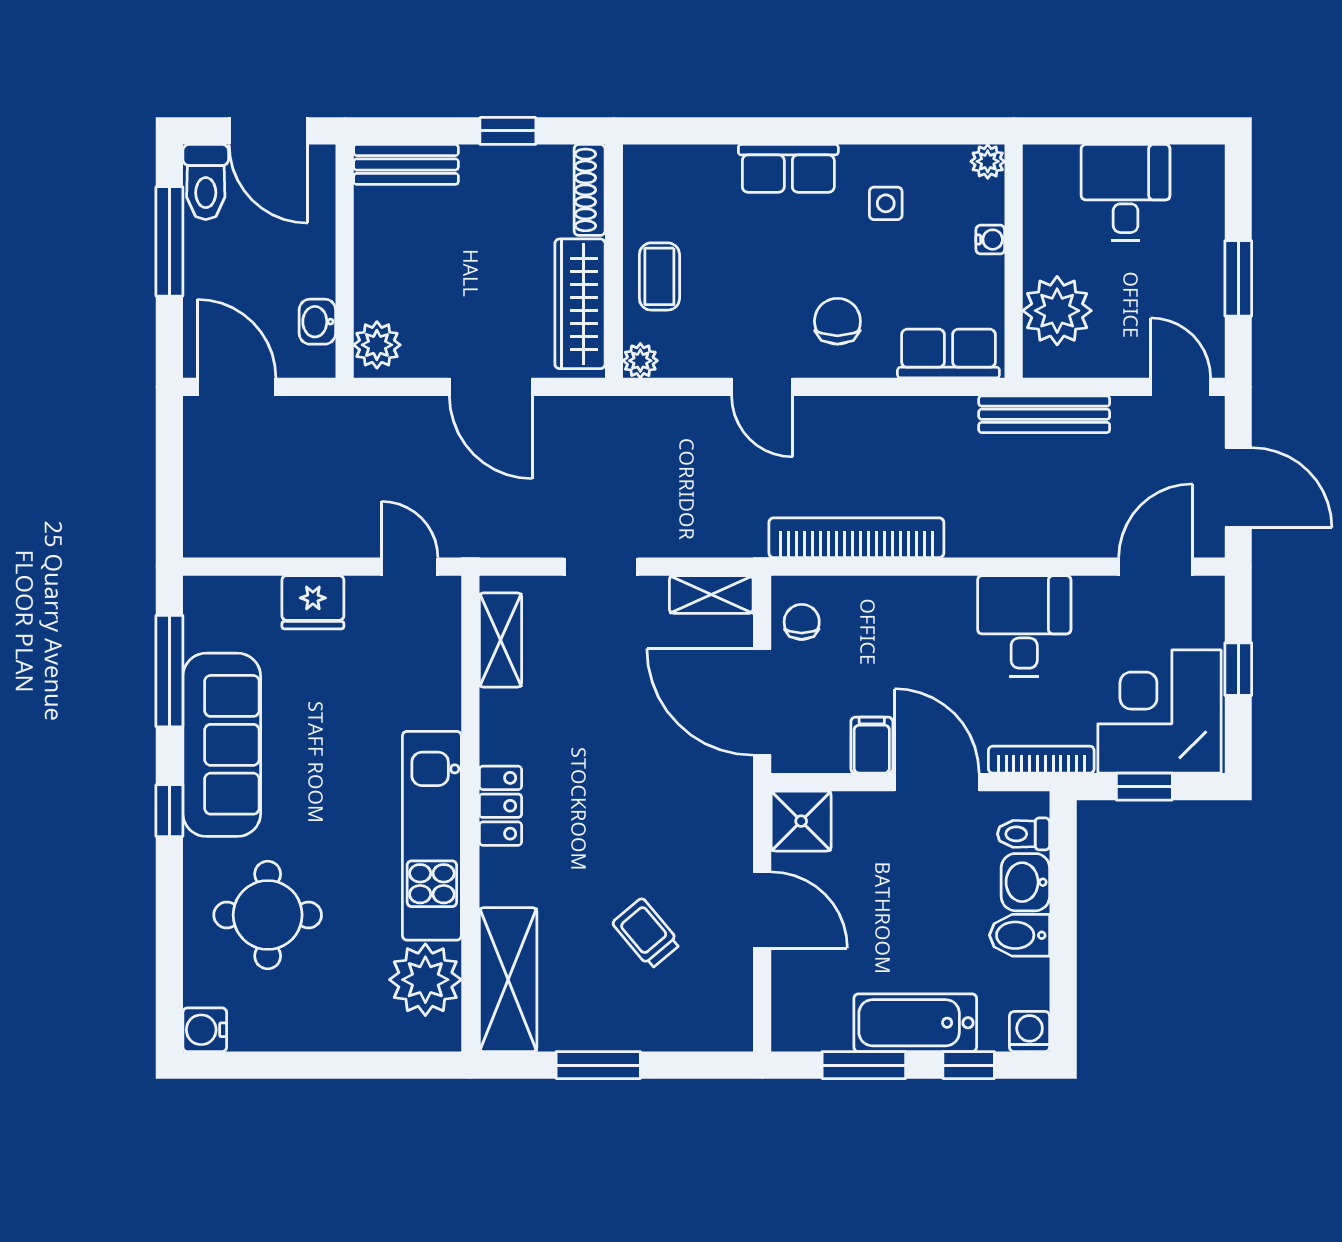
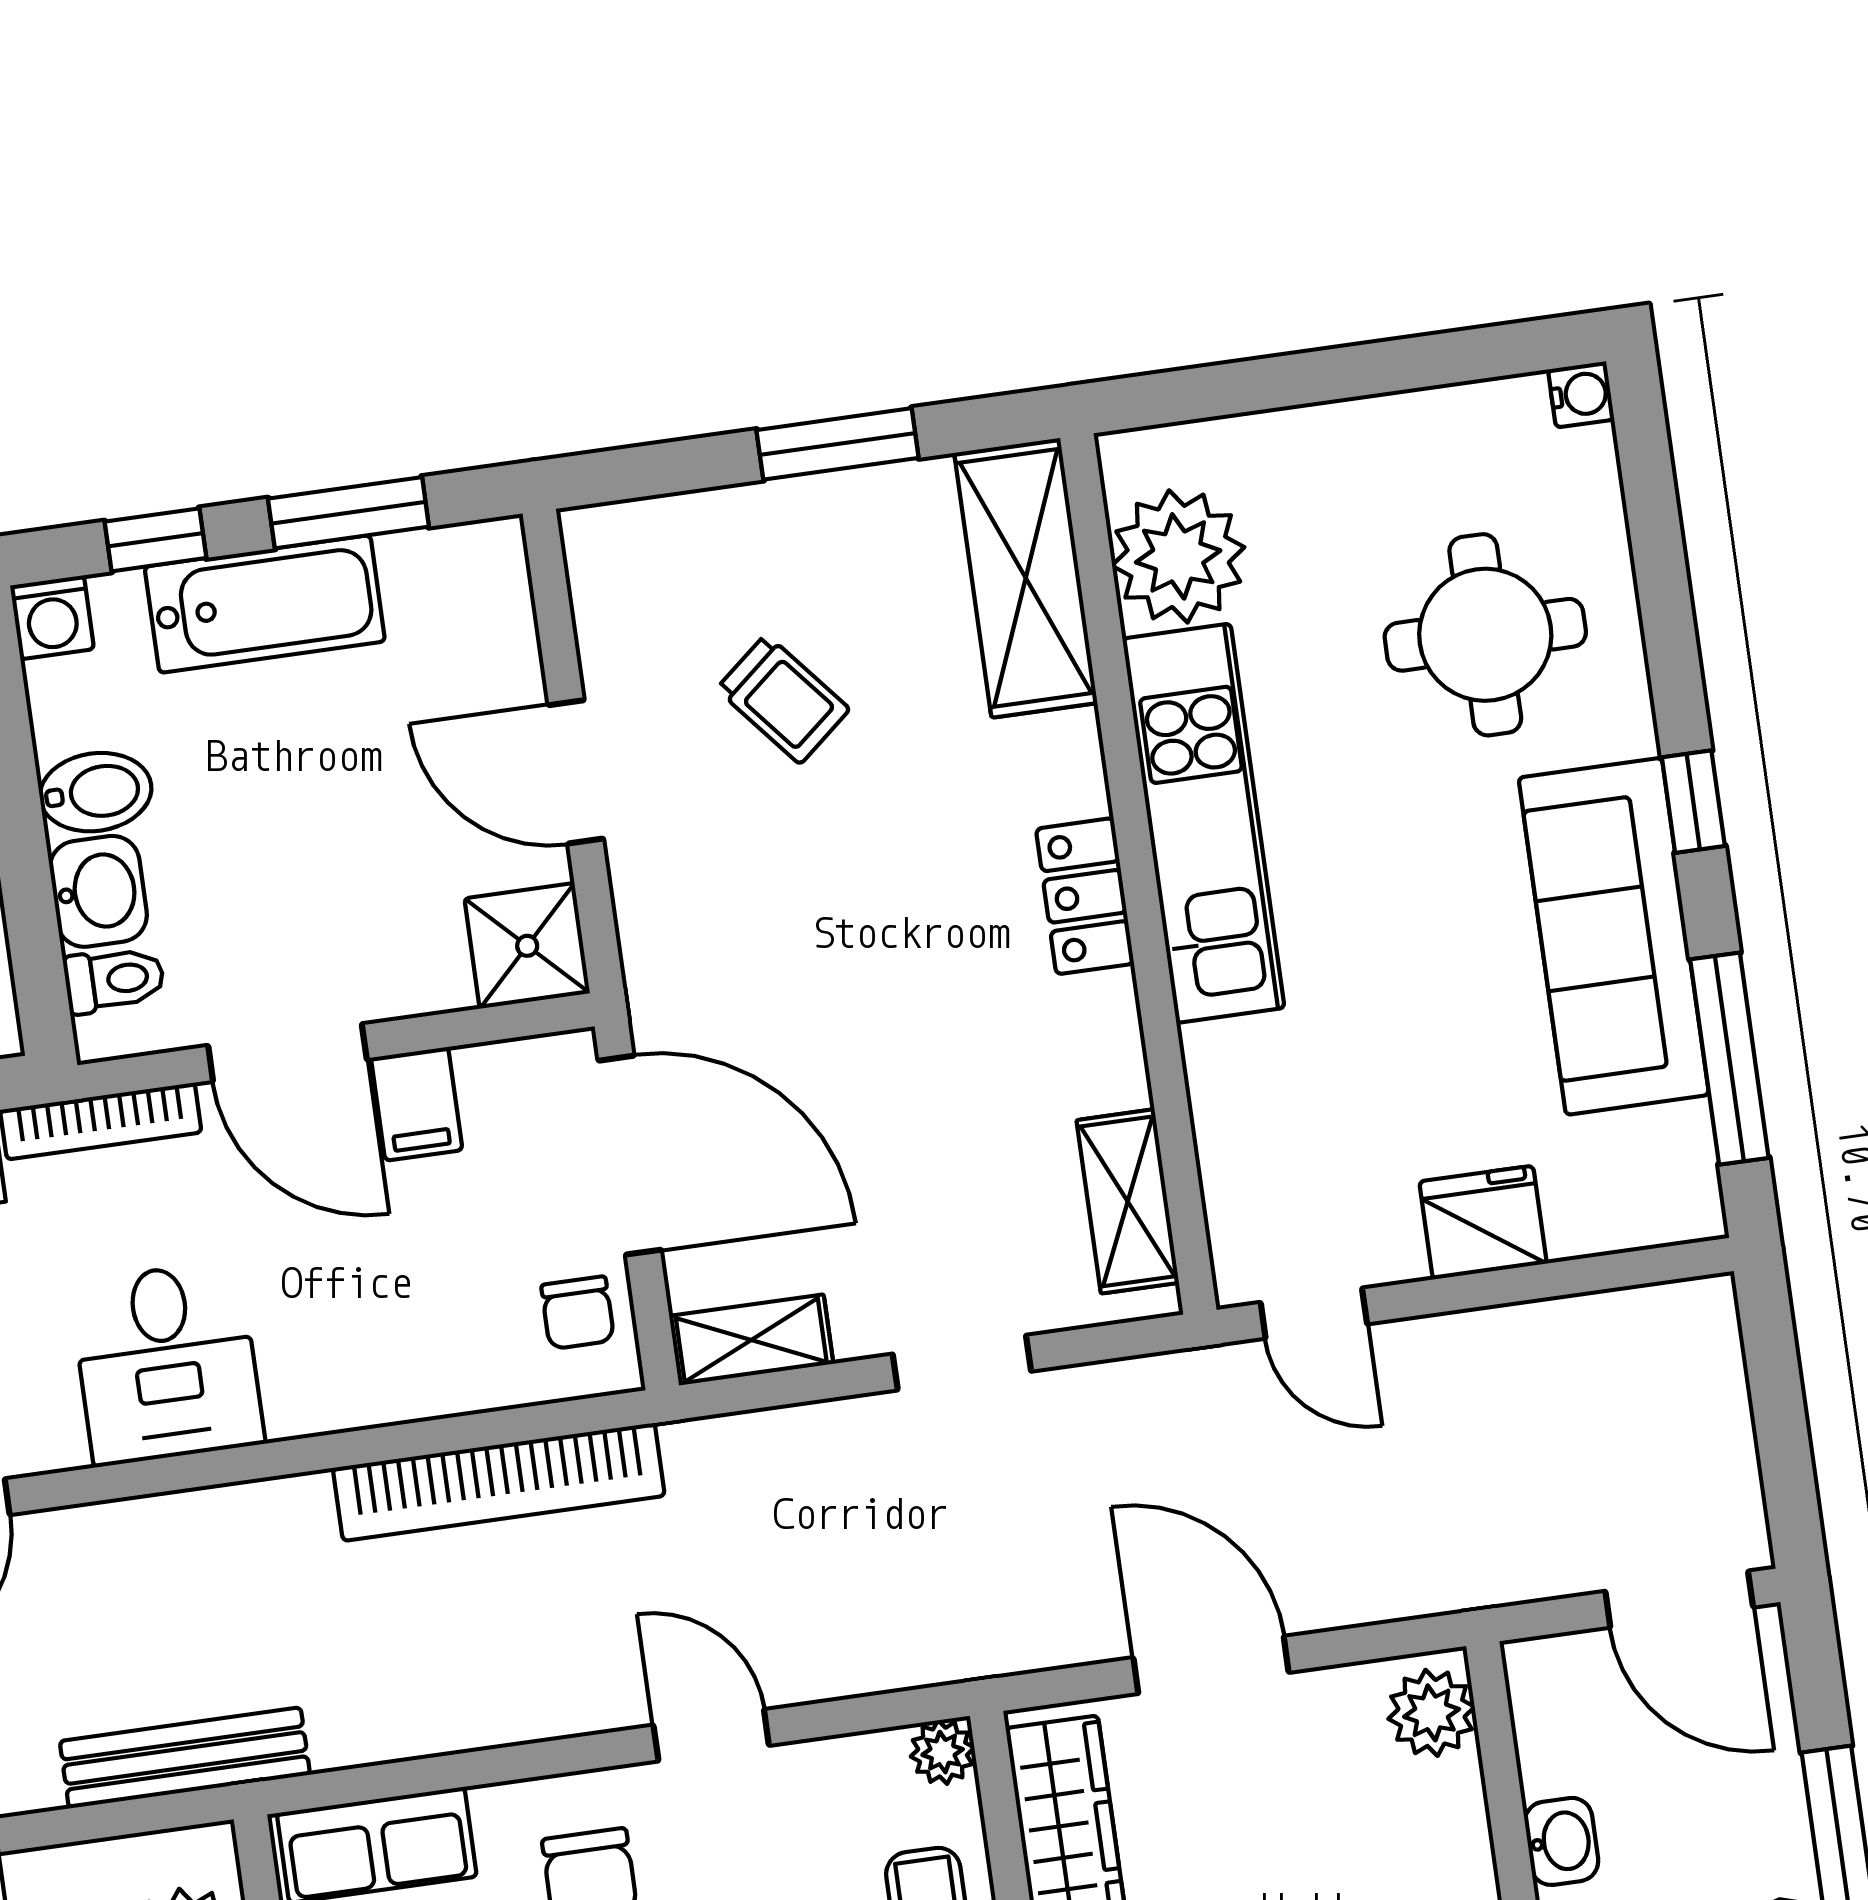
washbasin: (317, 322) -> (1562, 1841), moved
water cooler: (205, 1030) -> (1581, 394), width x0.72, depth x0.72

